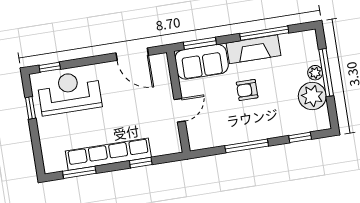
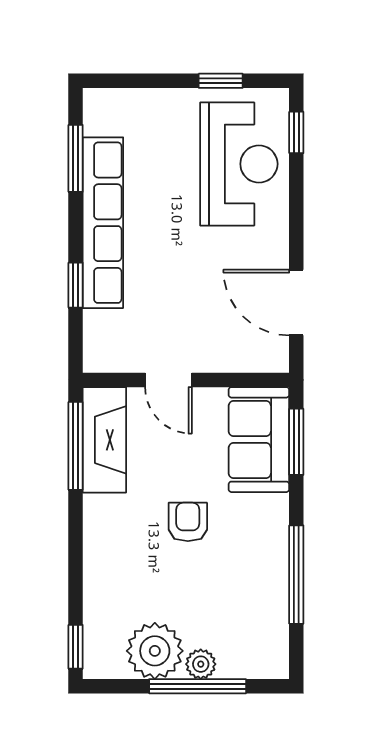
fireplace: (253, 49) -> (104, 440), moved, turned 180
door: (132, 54) -> (296, 302), hinge flipped
window: (300, 137) -> (76, 647), moved
window: (247, 146) -> (76, 446), moved

